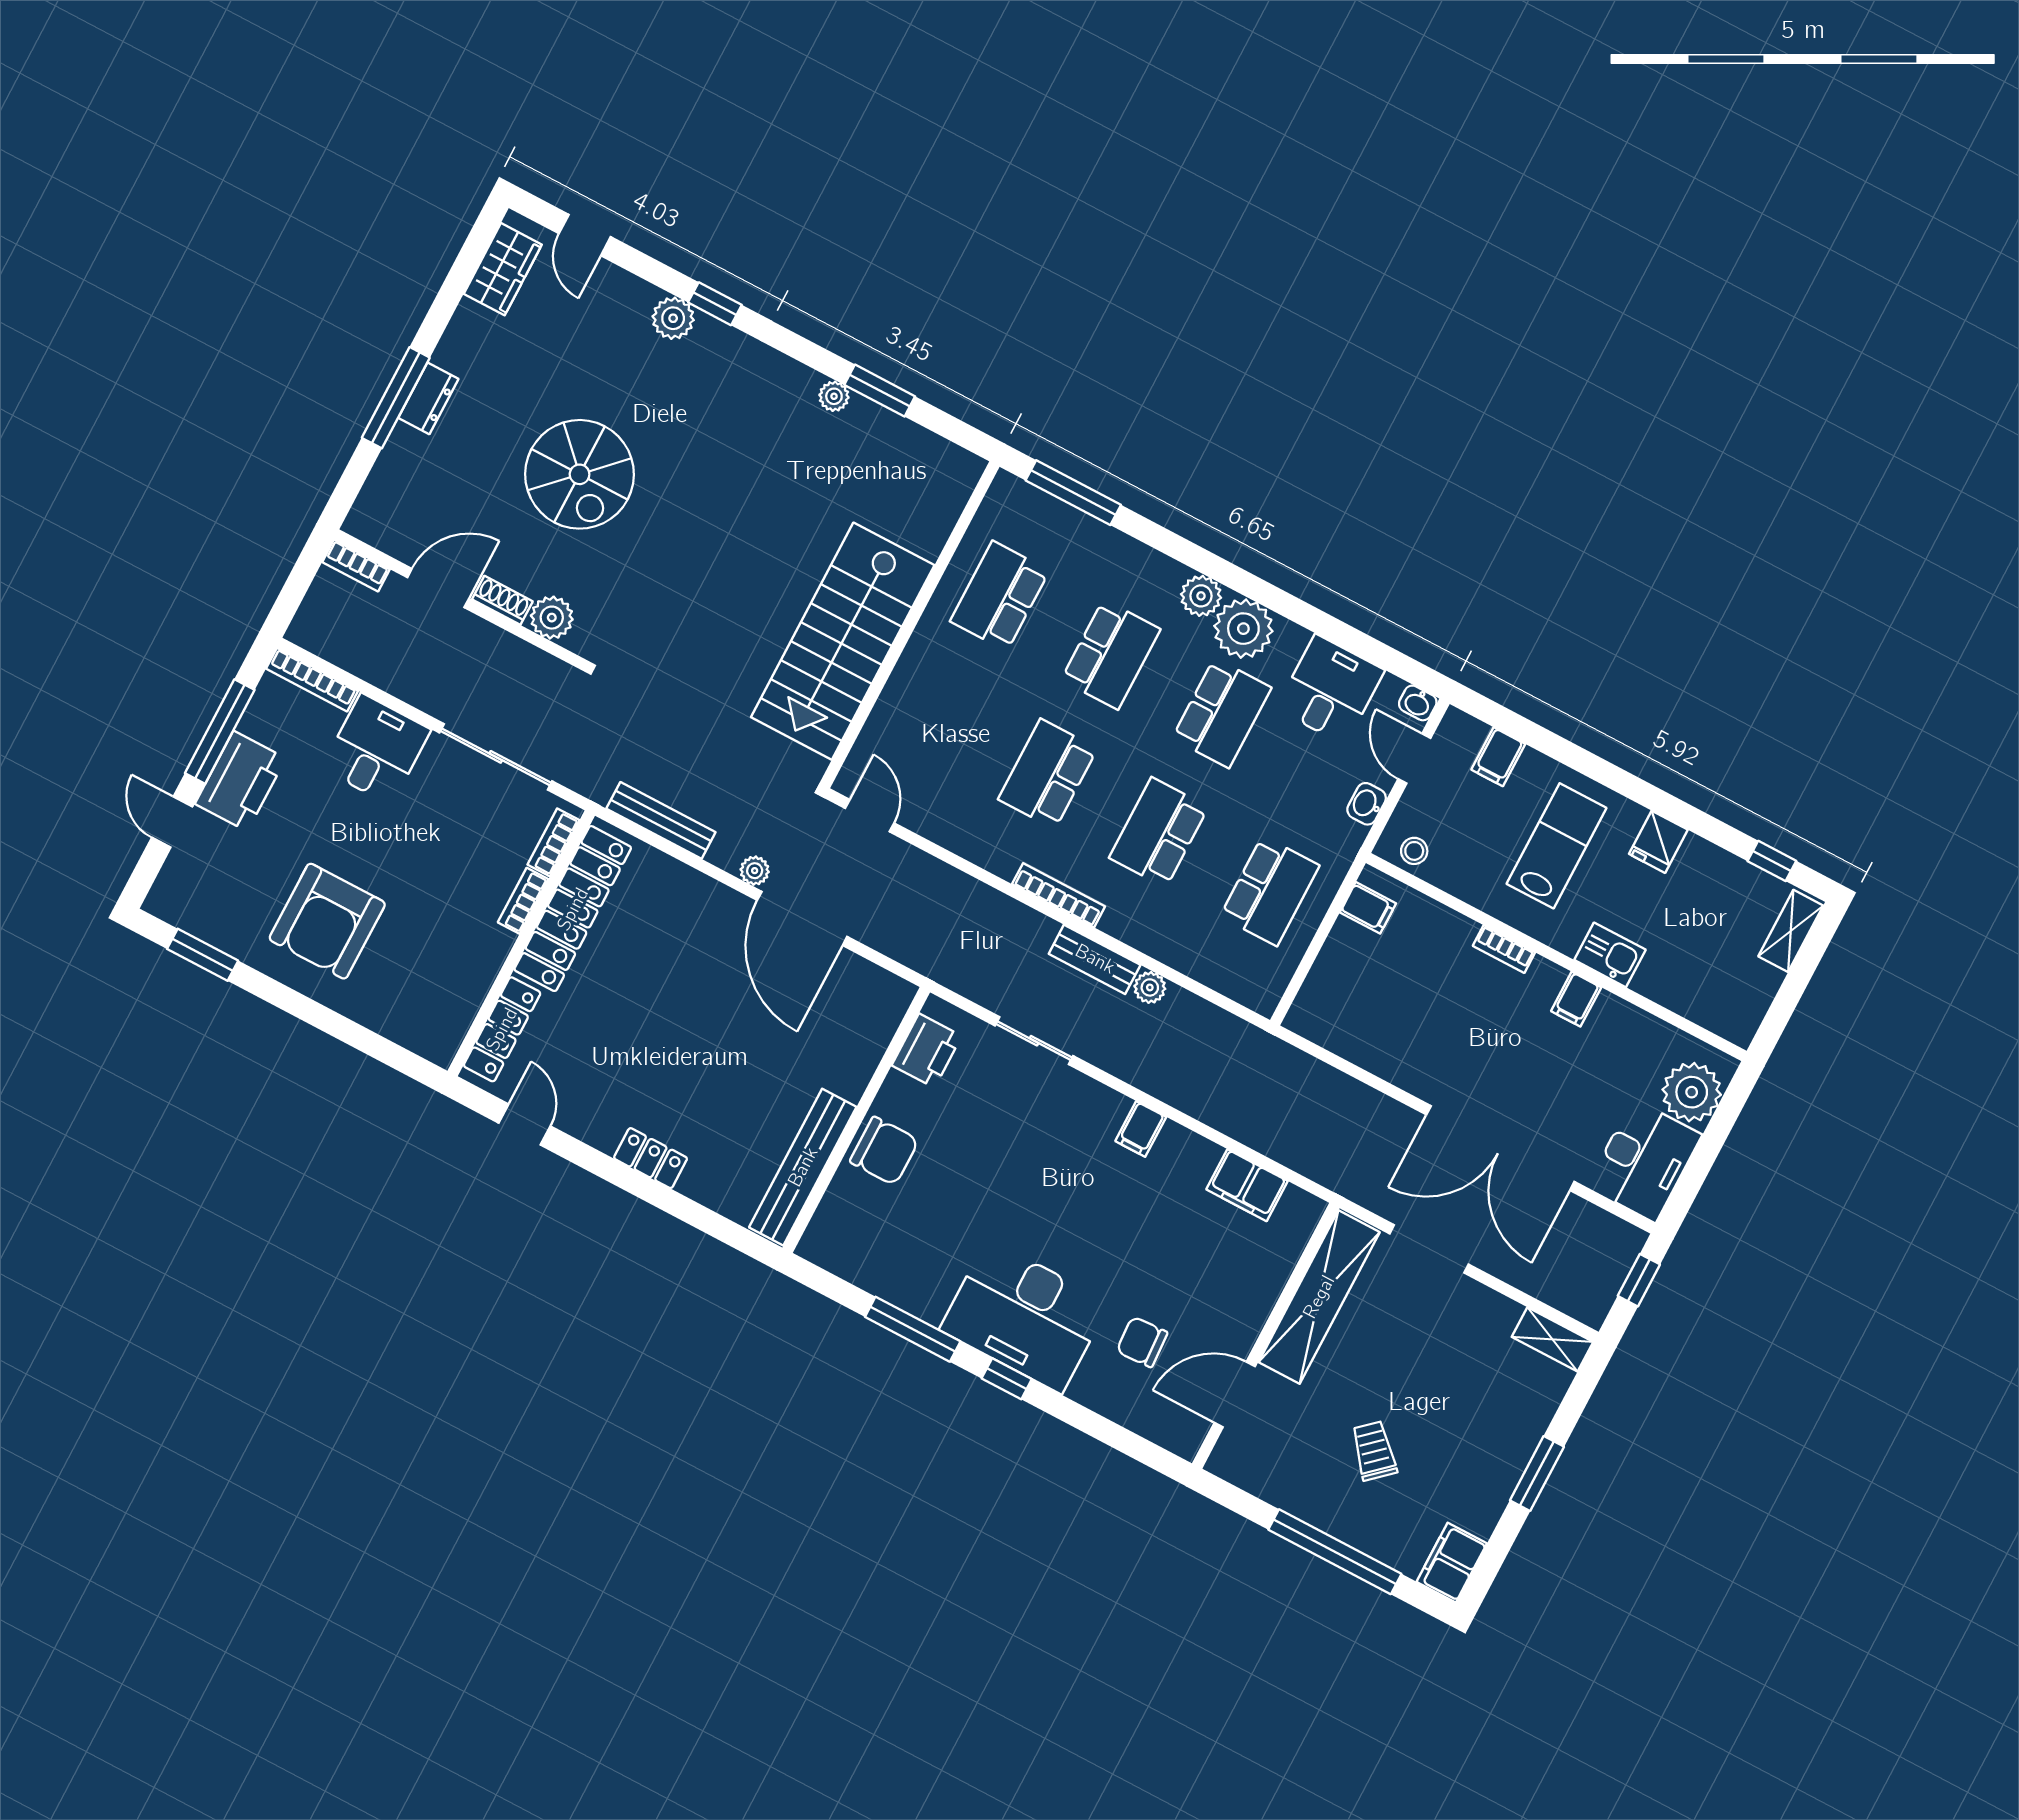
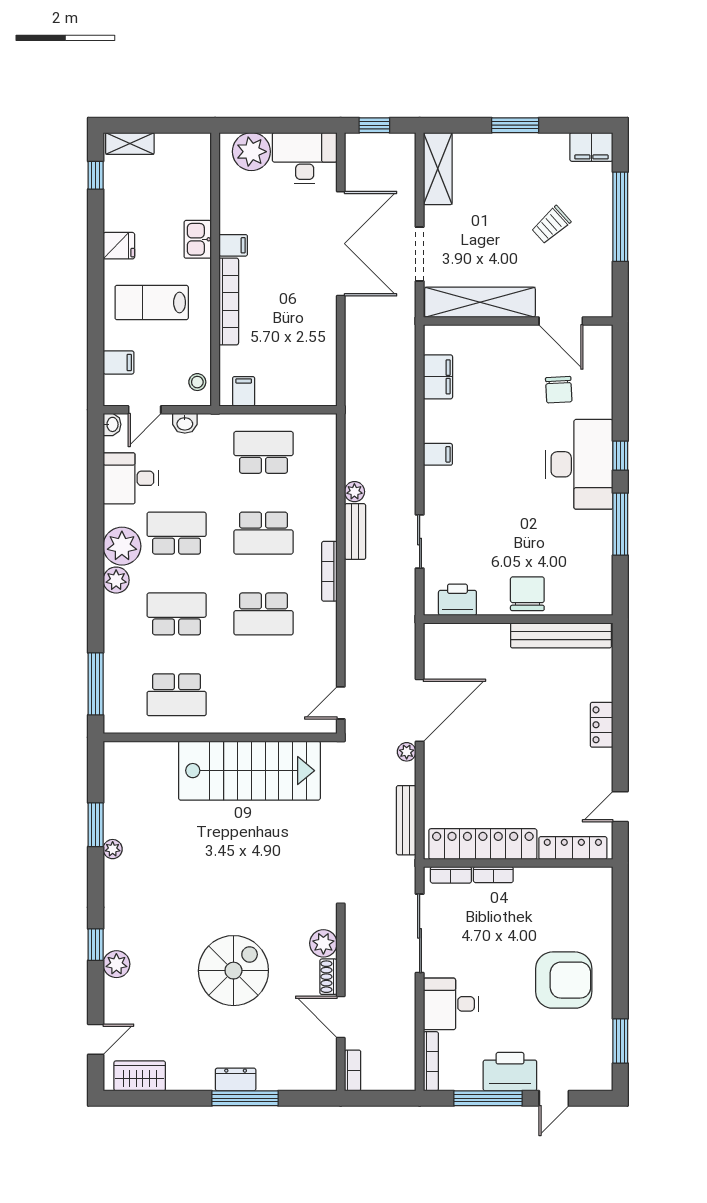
bookcase: (1504, 949) -> (229, 301), width x2.31, depth x1.31
shelving: (1552, 1339) -> (438, 169), width x1.50, depth x1.33

